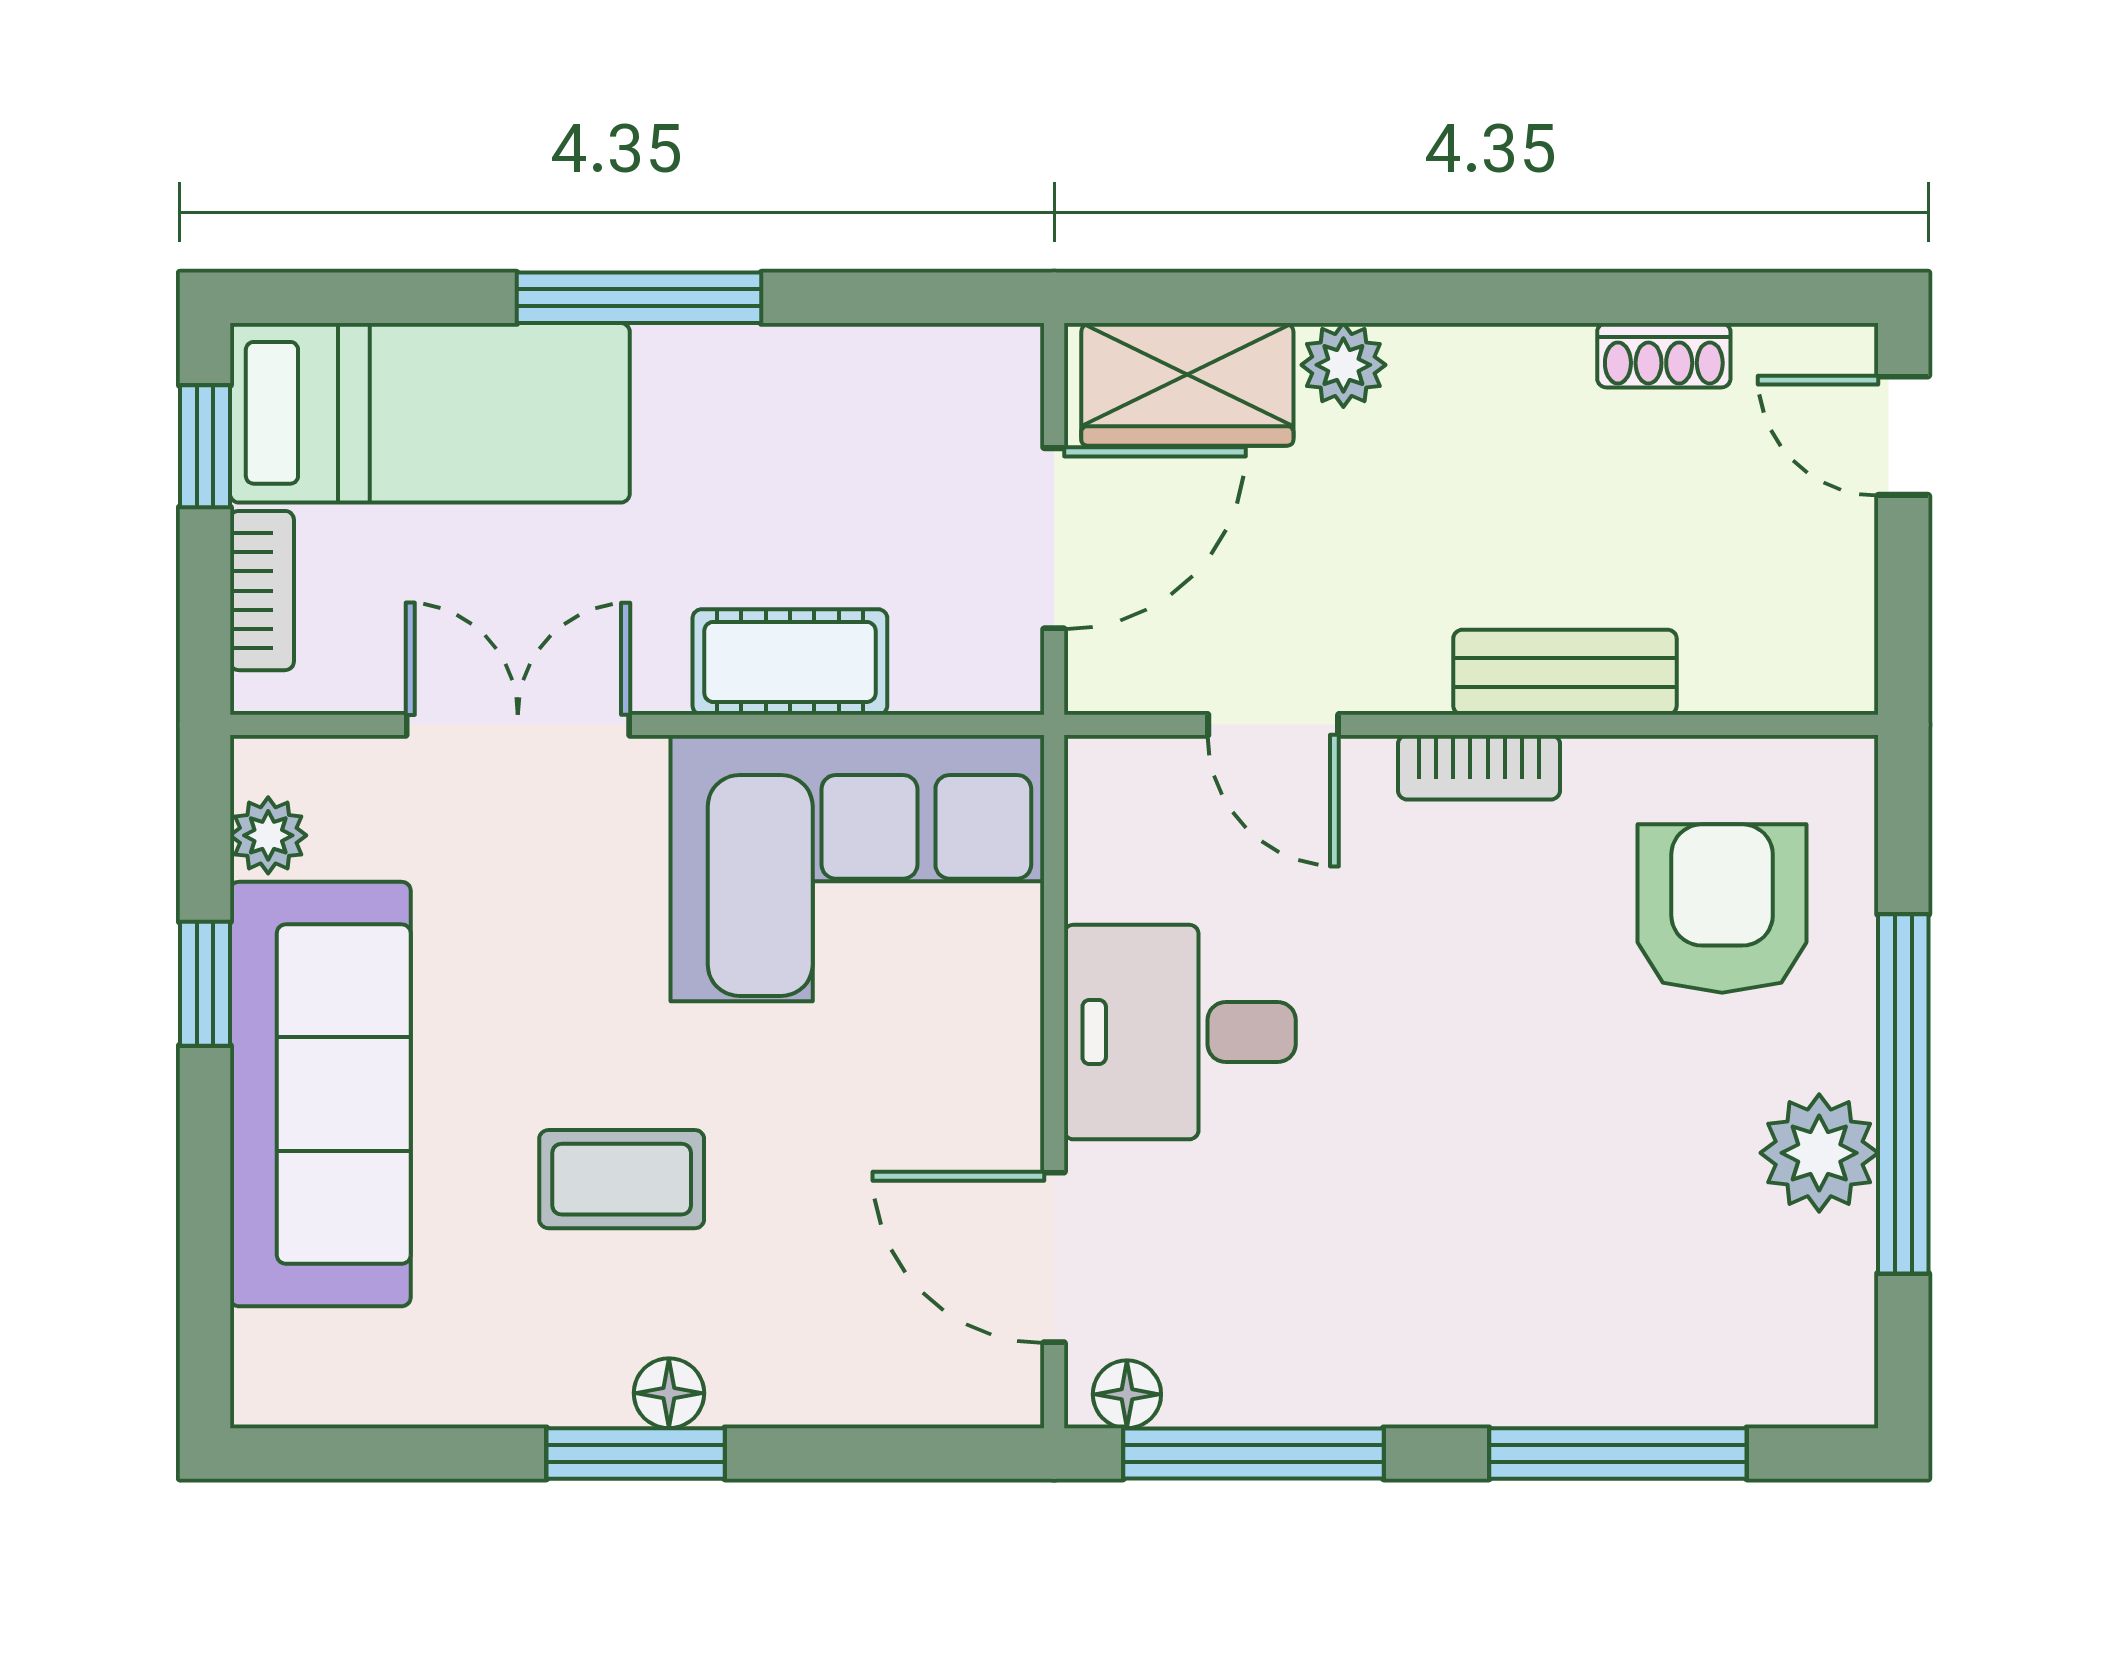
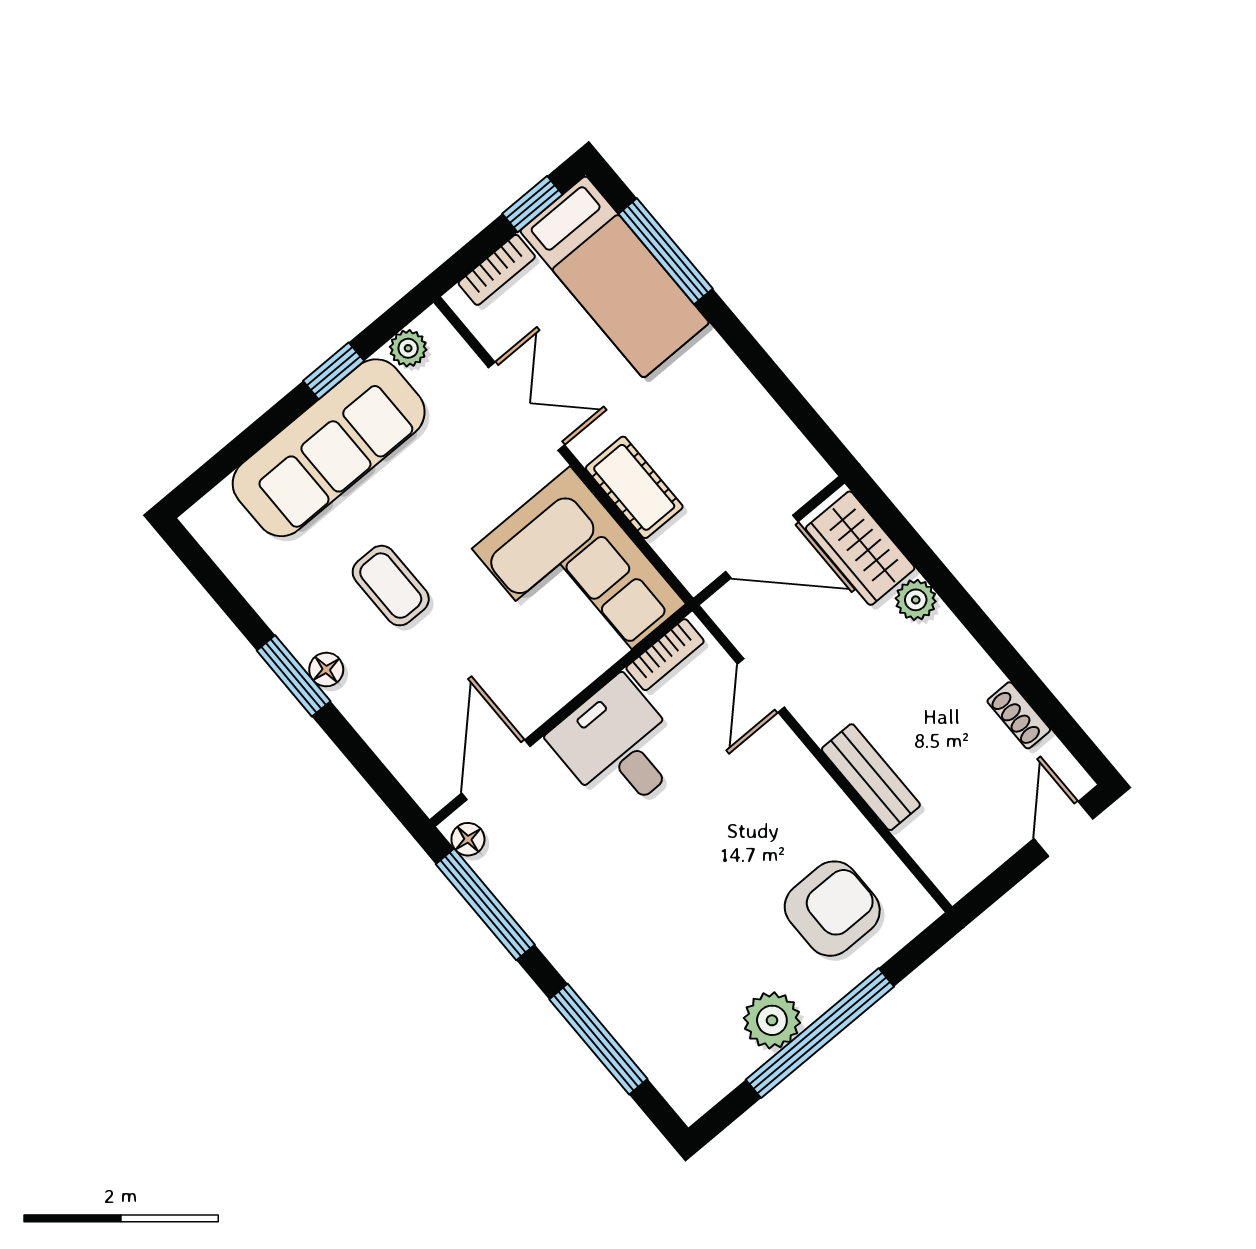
window: (639, 298) -> (666, 251), moved
bookcase: (1479, 767) -> (665, 655), moved, turned -90

